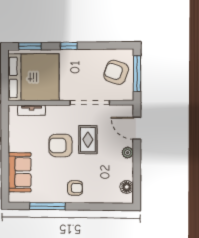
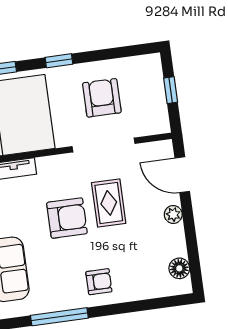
armchair: (116, 72) -> (102, 98), moved, turned 71
window: (137, 74) -> (171, 90), width x0.46
armchair: (60, 145) -> (67, 218), turned 180

